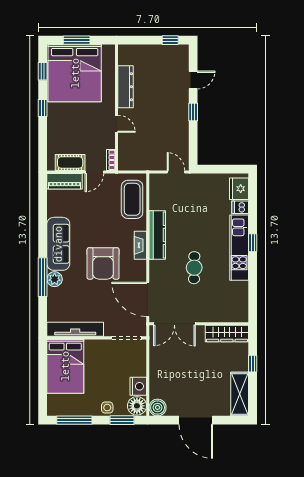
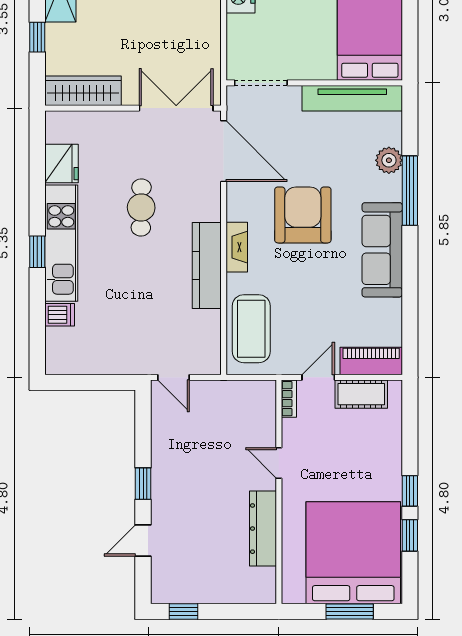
window: (43, 71) -> (410, 535), moved
fridge: (239, 189) -> (61, 164), moved
plant: (55, 279) -> (389, 160), moved

